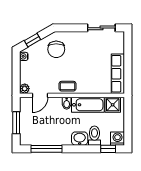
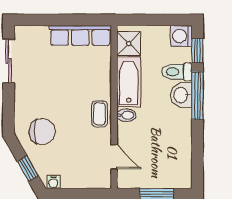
plant: (25, 89) -> (104, 181), removed
window: (46, 149) -> (197, 95), moved

